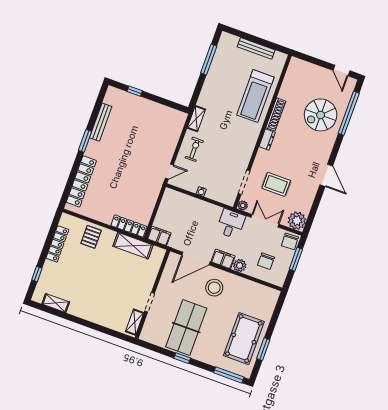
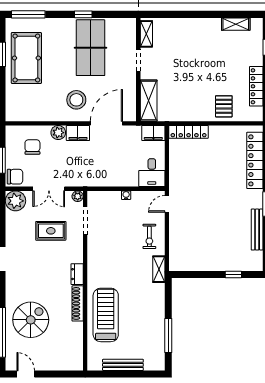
desk: (231, 224) -> (152, 173), moved
chair: (290, 241) -> (15, 177), turned 93
shelving: (133, 246) -> (149, 101), moved, turned 90

